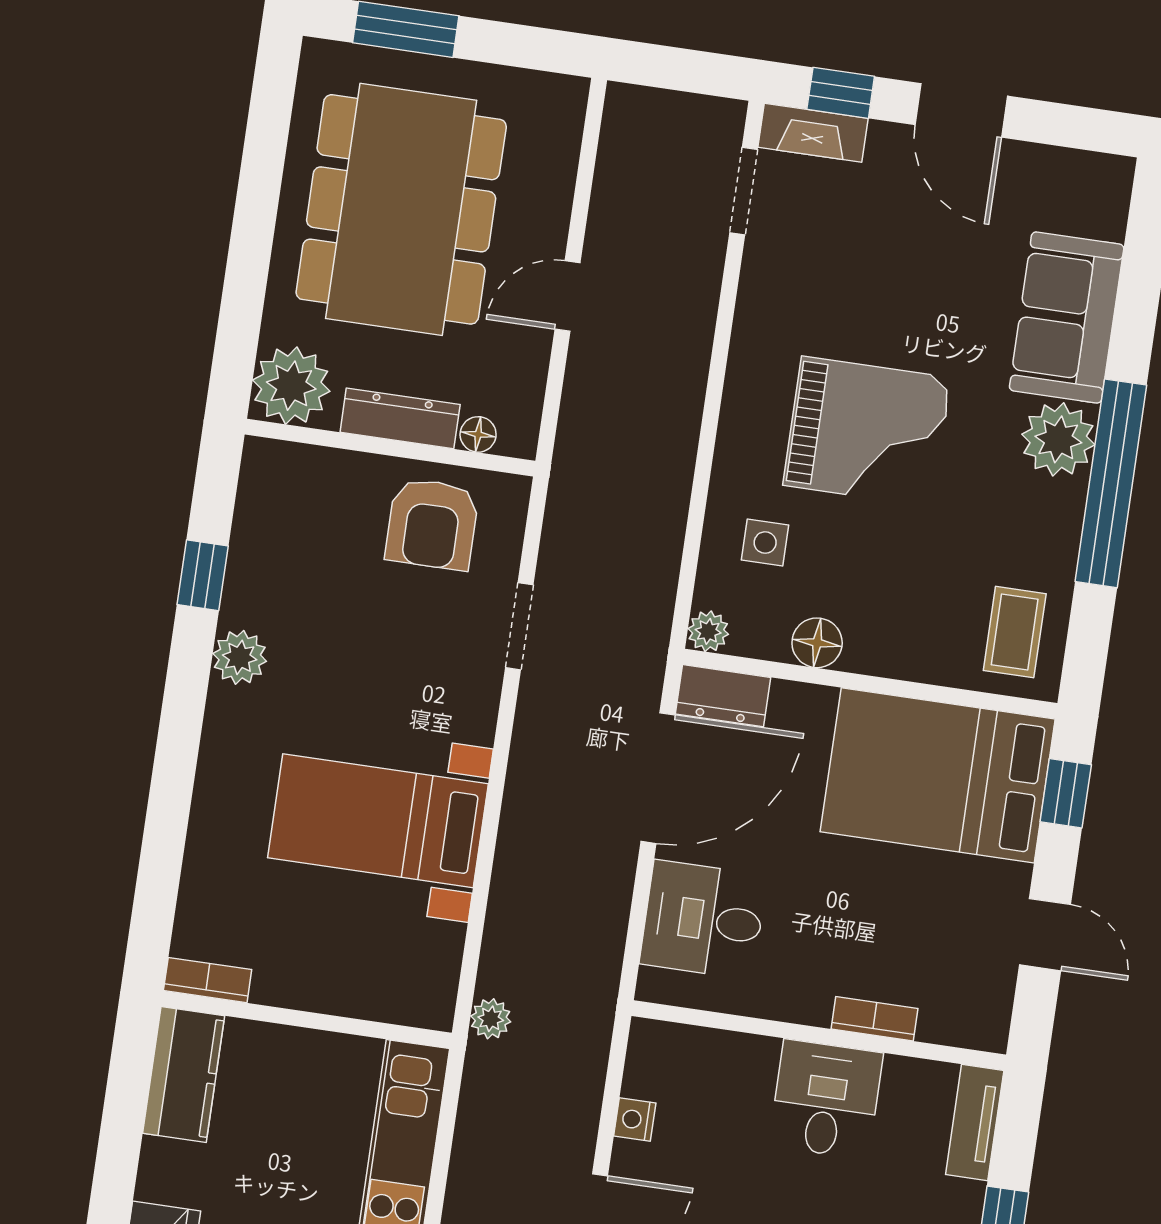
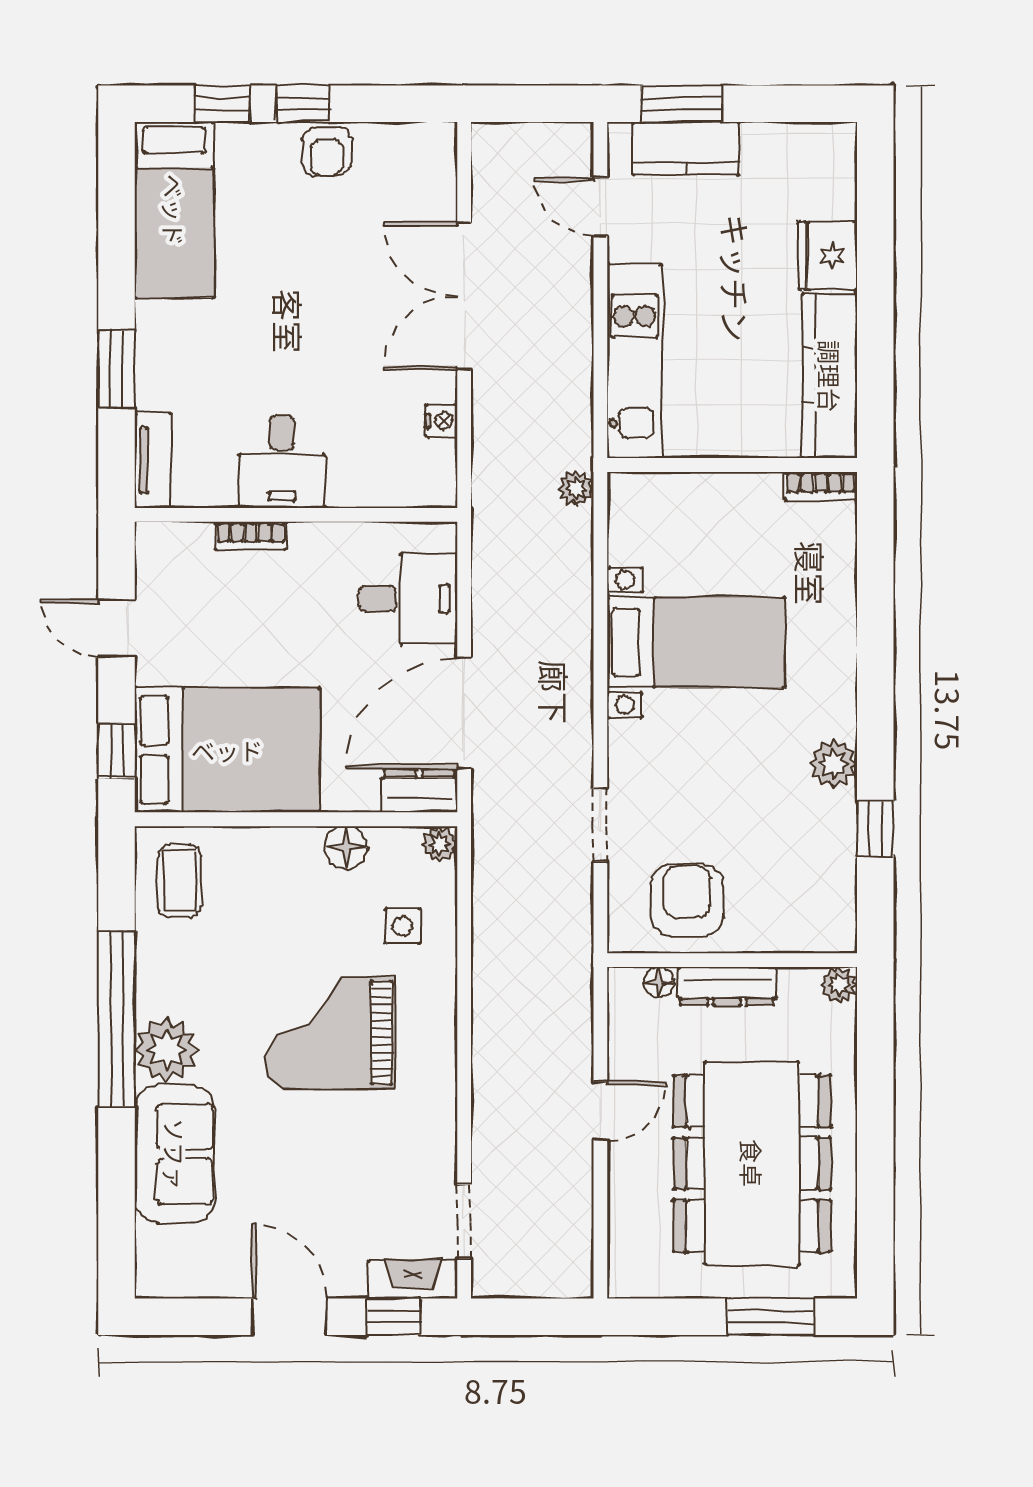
plant: (291, 386) -> (839, 985), width x0.53, depth x0.53
kitchen counter: (184, 1074) -> (830, 376), width x1.50

